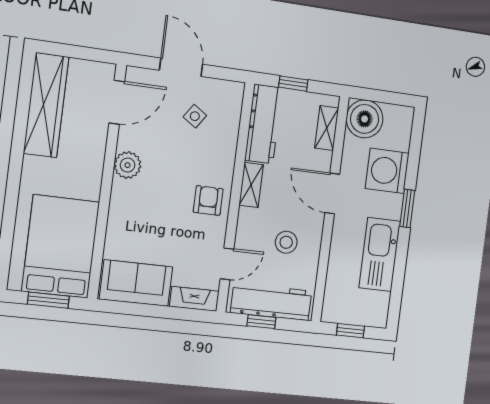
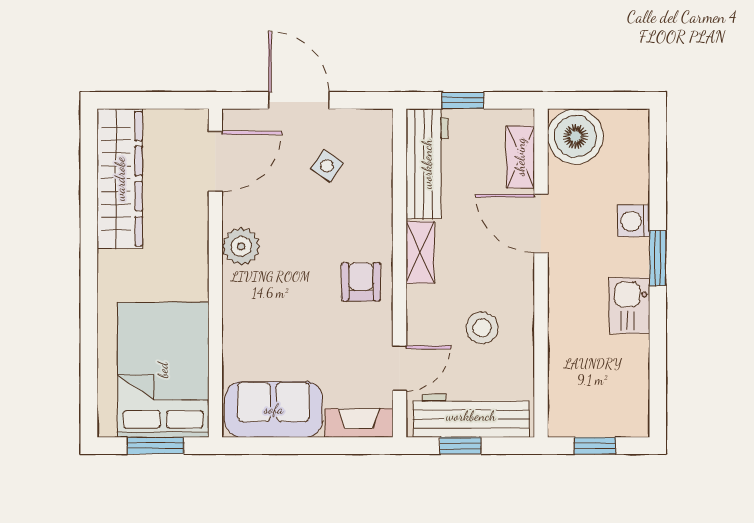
washing machine: (387, 171) -> (634, 221), width x0.53, depth x0.53
door: (332, 193) -> (541, 223), moved
kitchen sink: (380, 254) -> (629, 306), width x0.53, depth x0.81

